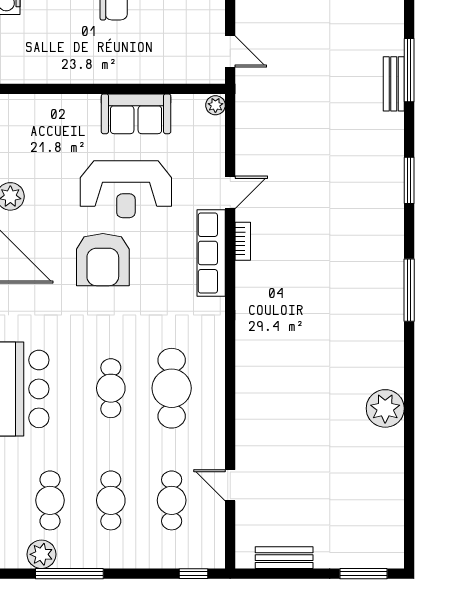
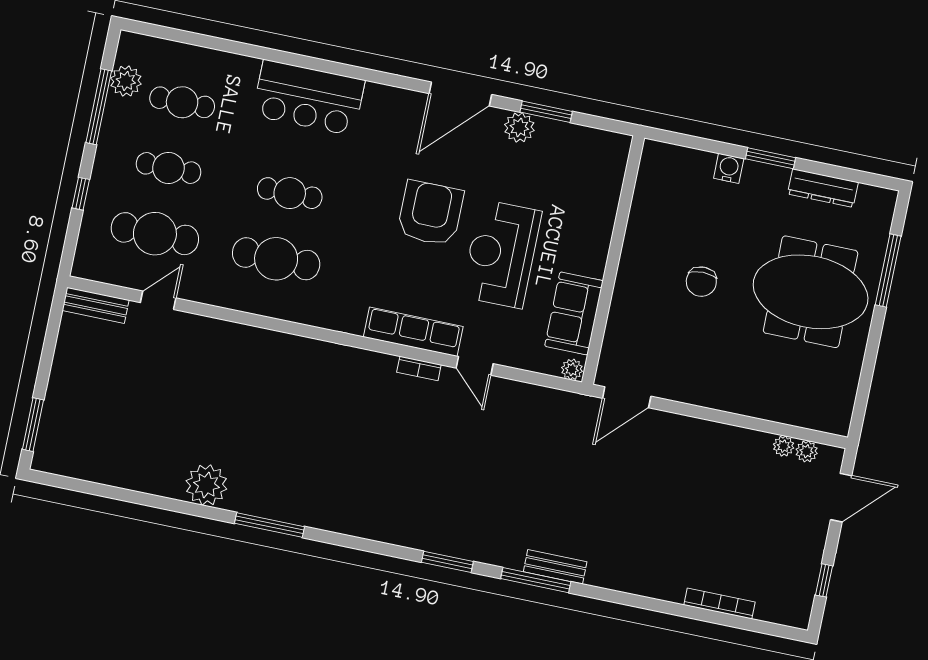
door: (230, 52) -> (627, 397), width x1.37
window: (409, 70) -> (536, 580), moved
sofa: (136, 114) -> (574, 313), moved
armchair: (103, 260) -> (430, 213), turned 90
window: (409, 290) -> (270, 525), moved
cafe table: (172, 500) -> (155, 234), width x1.37, depth x1.35
bench: (284, 558) -> (96, 305), moved, turned 90
window: (194, 574) -> (81, 194), moved

